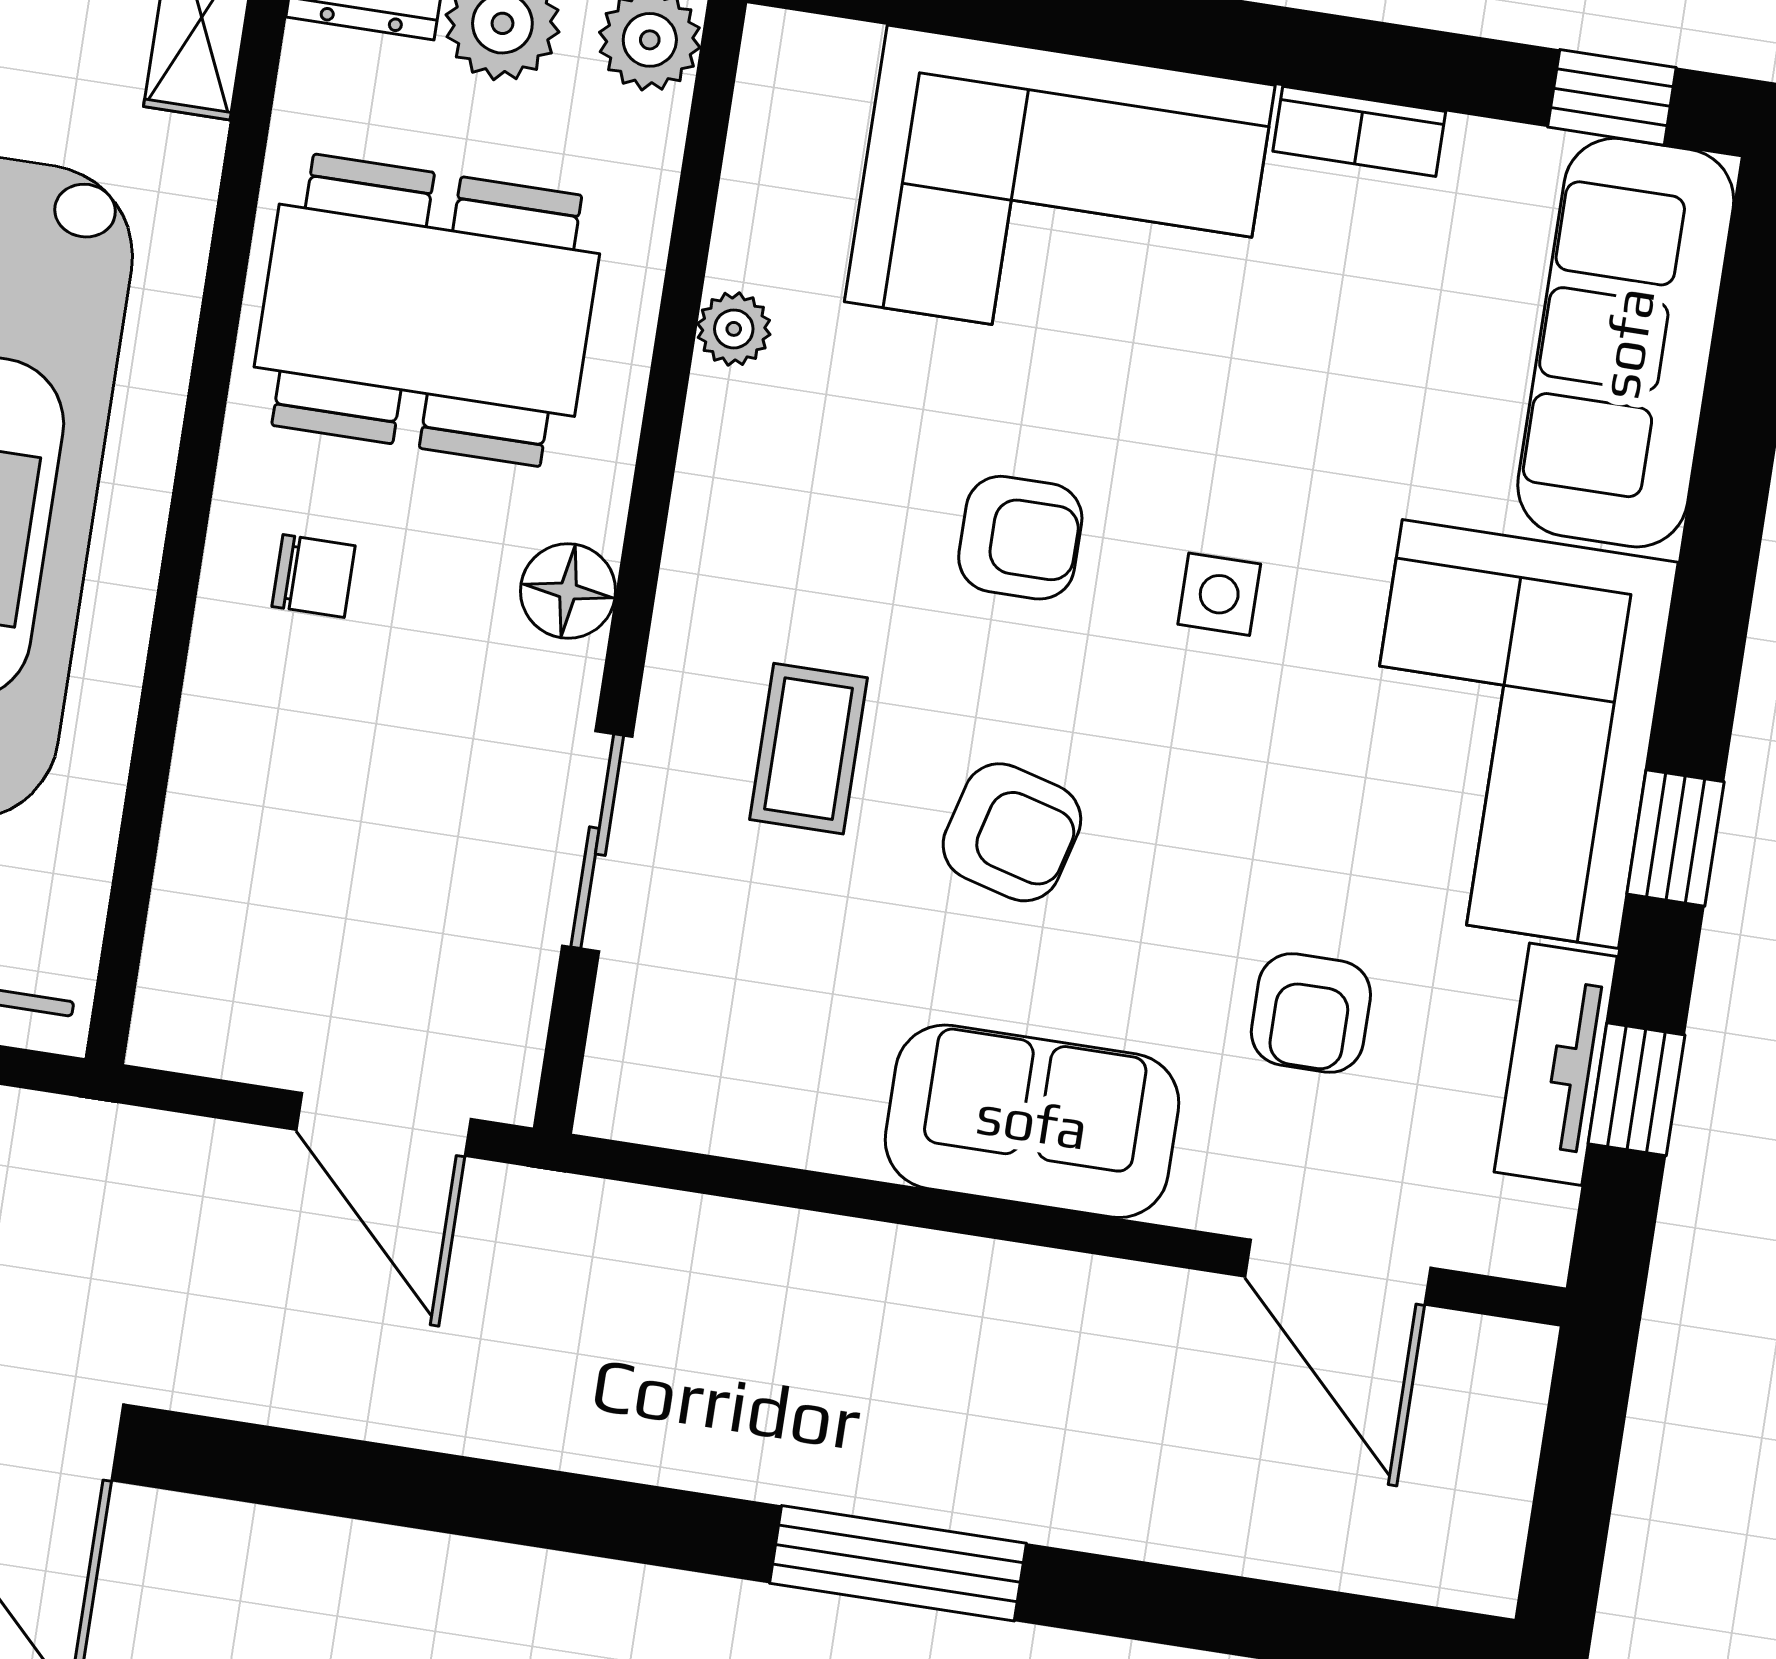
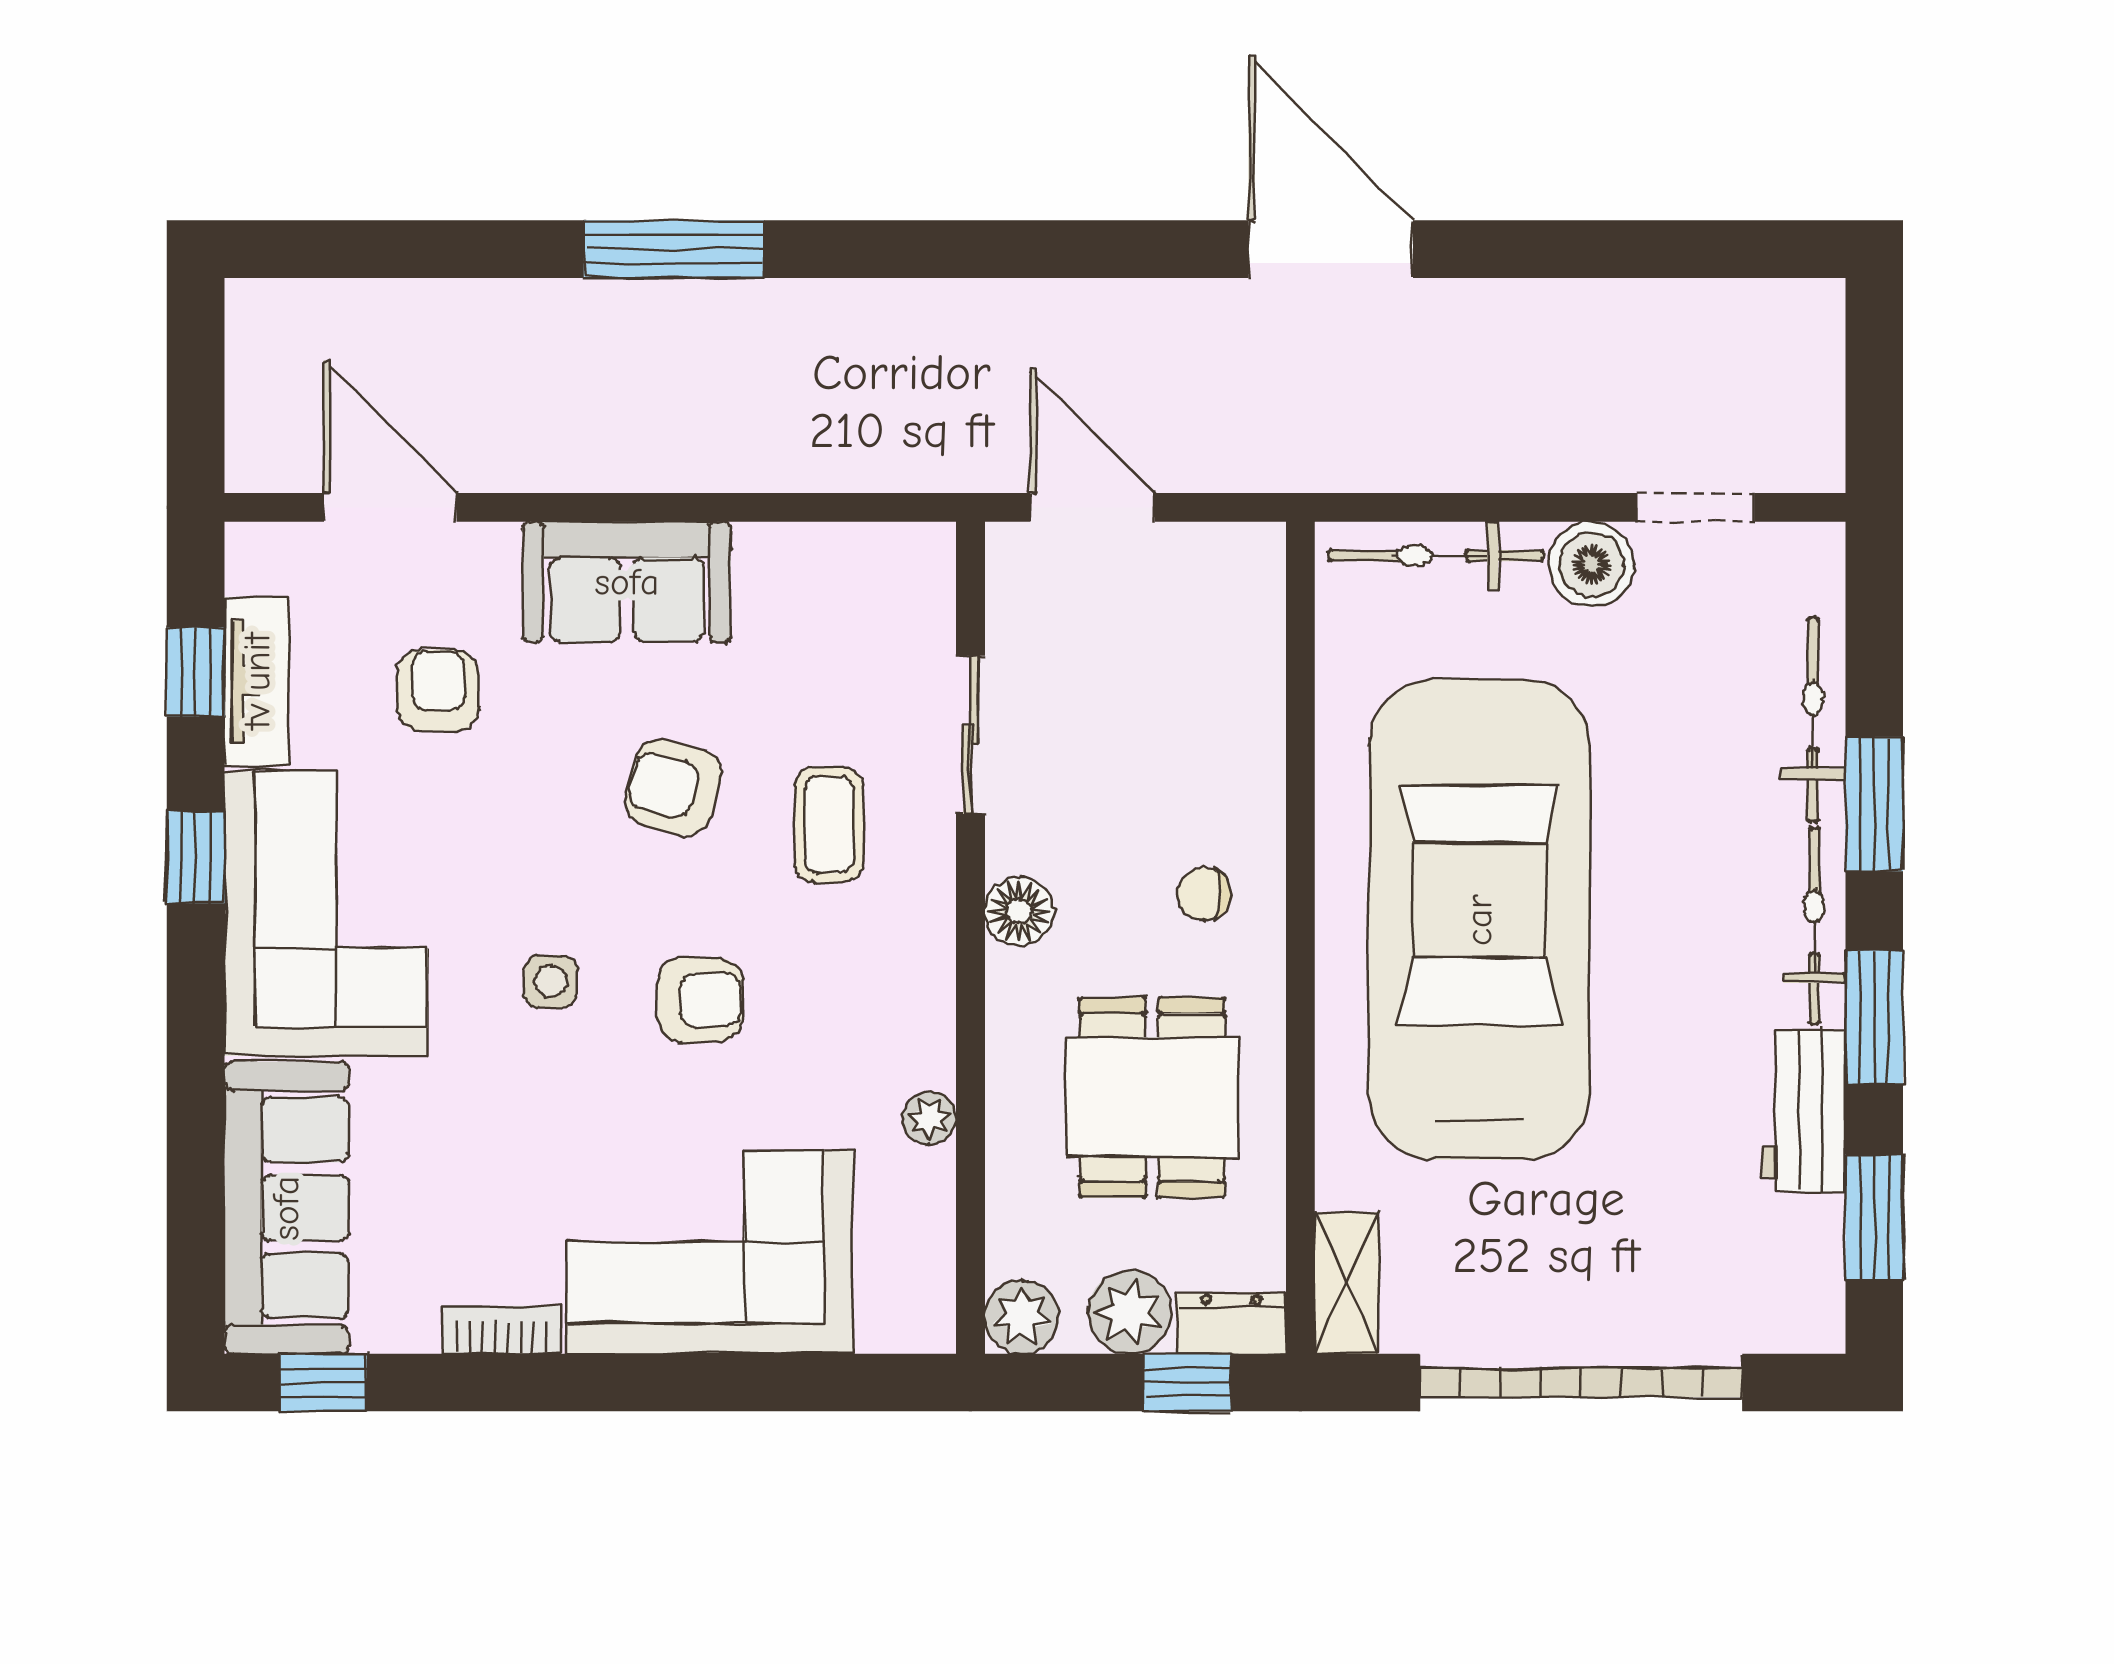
dining table: (427, 310) -> (1152, 1097), width x0.73
armchair: (1020, 538) -> (700, 1000), turned 180

